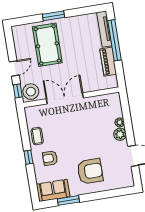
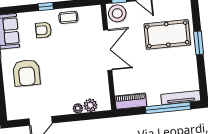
piano: (108, 62) -> (131, 101), moved
plant: (120, 134) -> (90, 105), moved
armchair: (50, 158) -> (44, 30), turned -90

